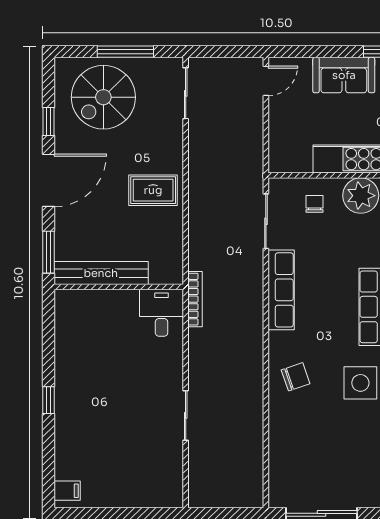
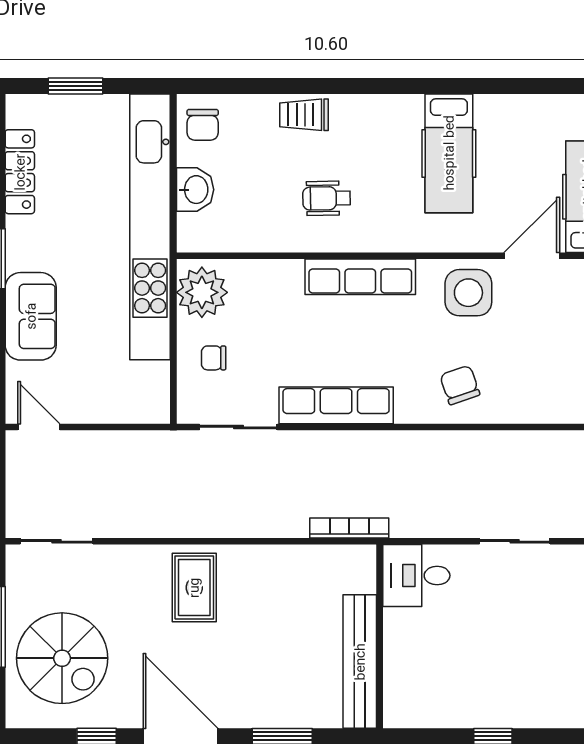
bench: (101, 273) -> (360, 662), moved
wall: (119, 287) -> (380, 636), moved
desk: (162, 313) -> (416, 576), moved

